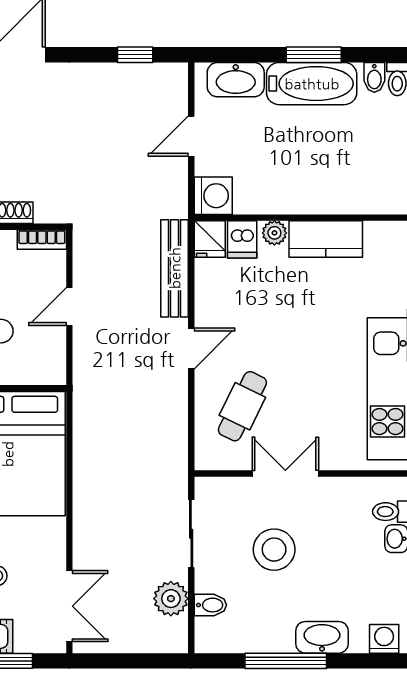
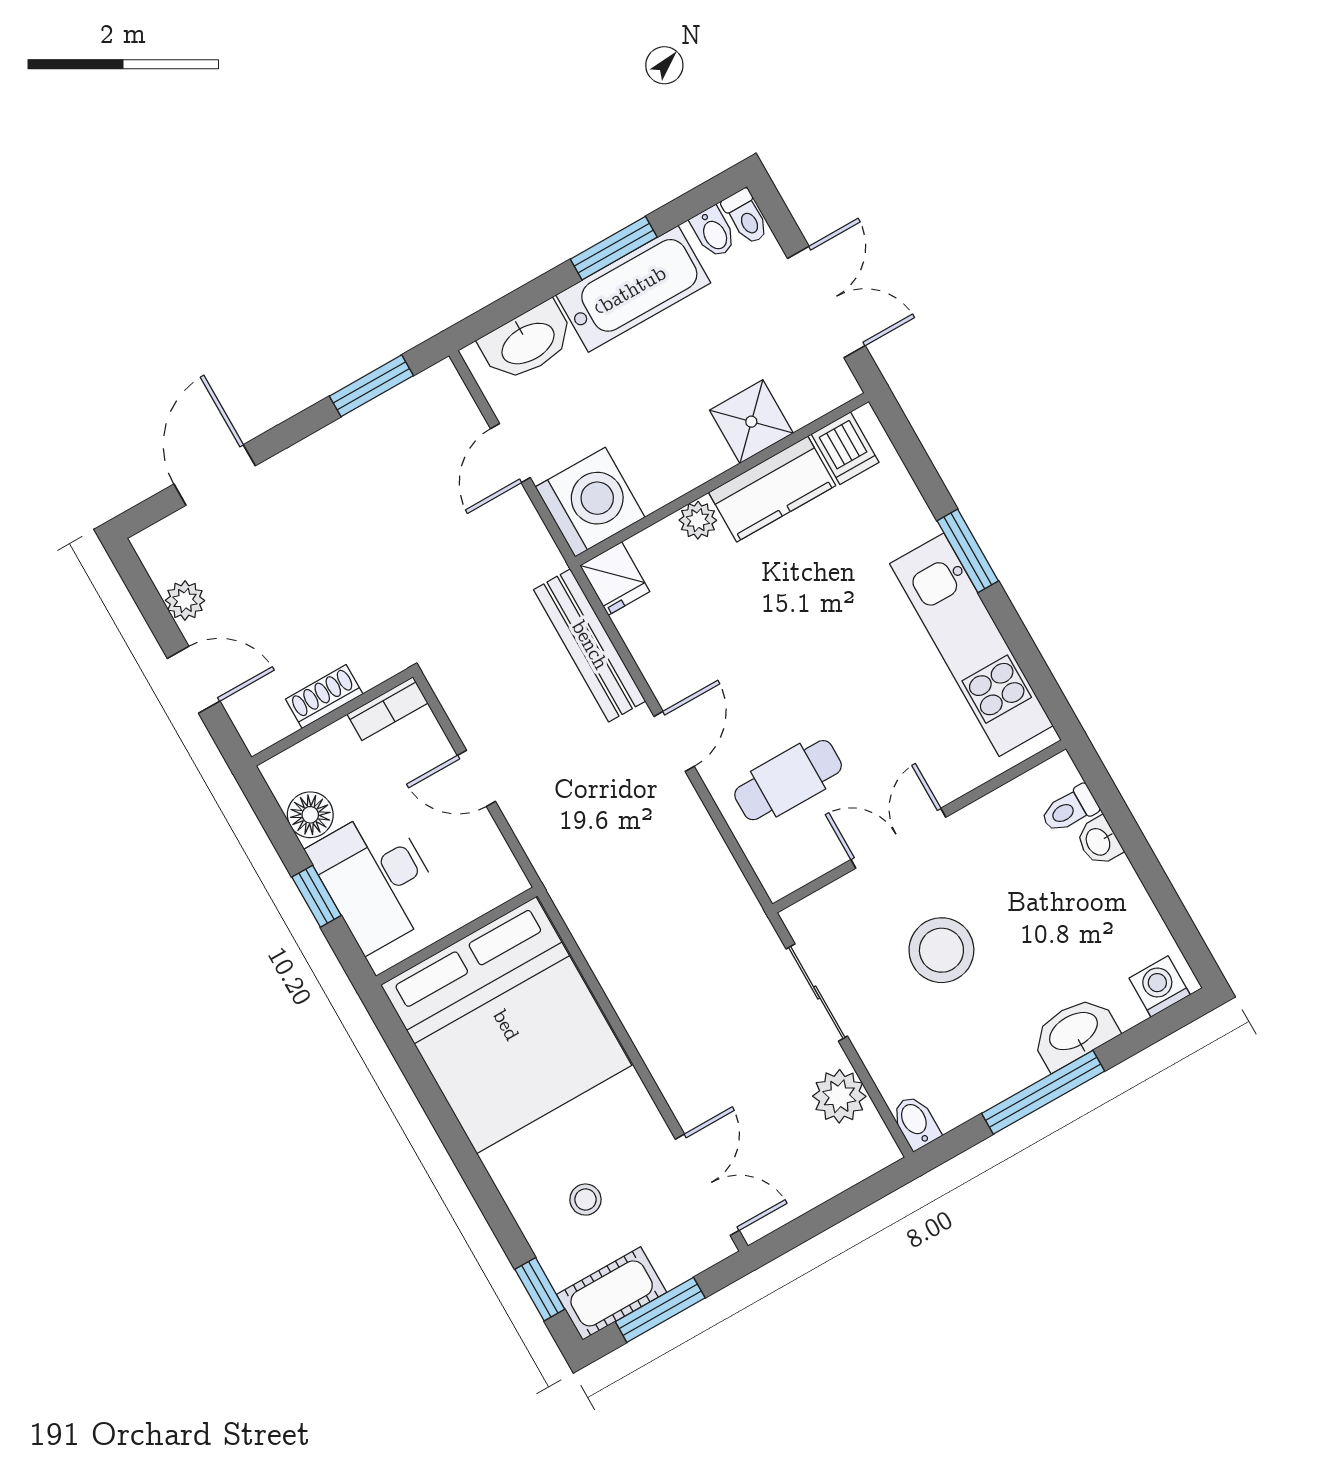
window: (135, 55) -> (371, 386), width x1.50
shower: (335, 195) -> (751, 422), added
washing machine: (213, 196) -> (590, 502), width x1.37, depth x1.37
dishwasher: (242, 239) -> (845, 448), moved
door: (69, 307) -> (476, 778), hinge flipped
cafe table: (242, 406) -> (788, 780), turned 64
bidet: (210, 605) -> (916, 1122), moved, turned -90

